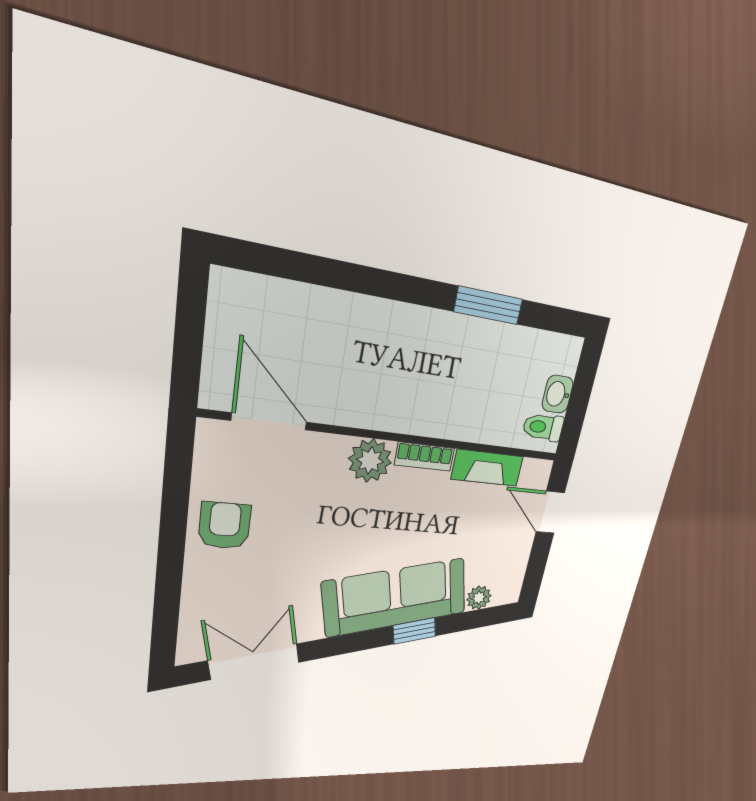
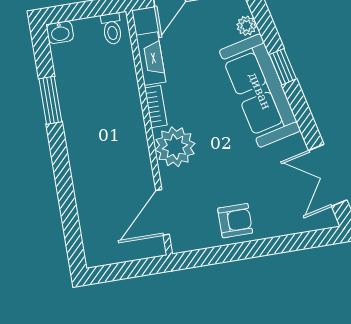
washbasin: (558, 394) -> (60, 32), moved
plant: (370, 461) -> (175, 147), width x1.36, depth x1.36
armchair: (225, 526) -> (235, 221), turned 180

